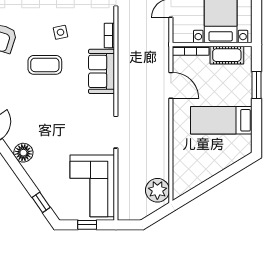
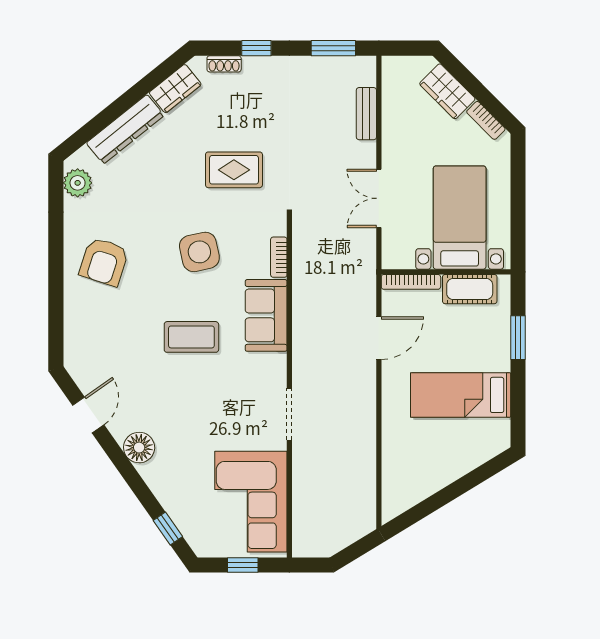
side table: (61, 32) -> (199, 252), width x1.87, depth x1.87
coffee table: (45, 65) -> (191, 337), moved
door: (171, 85) -> (379, 338), hinge flipped
plant: (157, 190) -> (357, 509), removed

